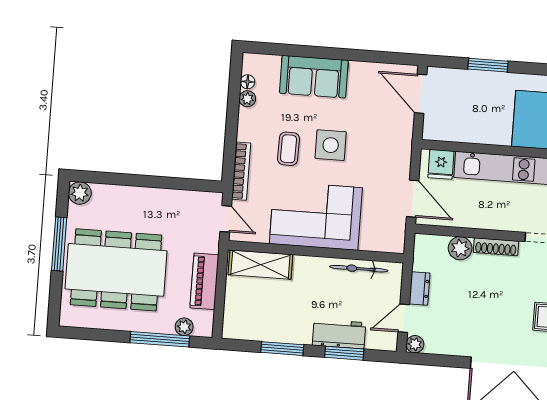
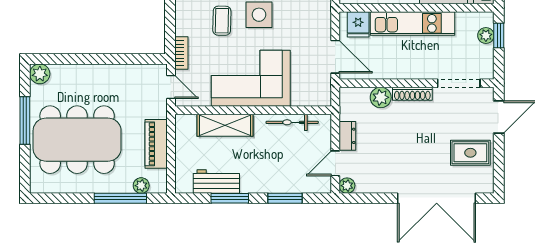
bookcase: (241, 171) -> (181, 53), width x0.64
shelving: (260, 265) -> (225, 125), moved
workbench: (339, 334) -> (216, 182), moved

